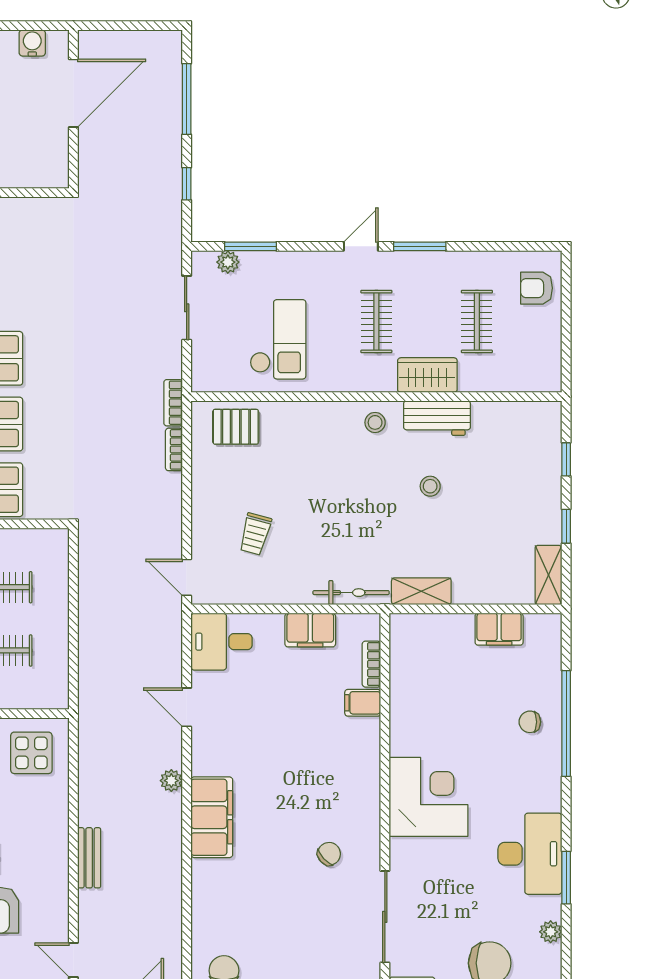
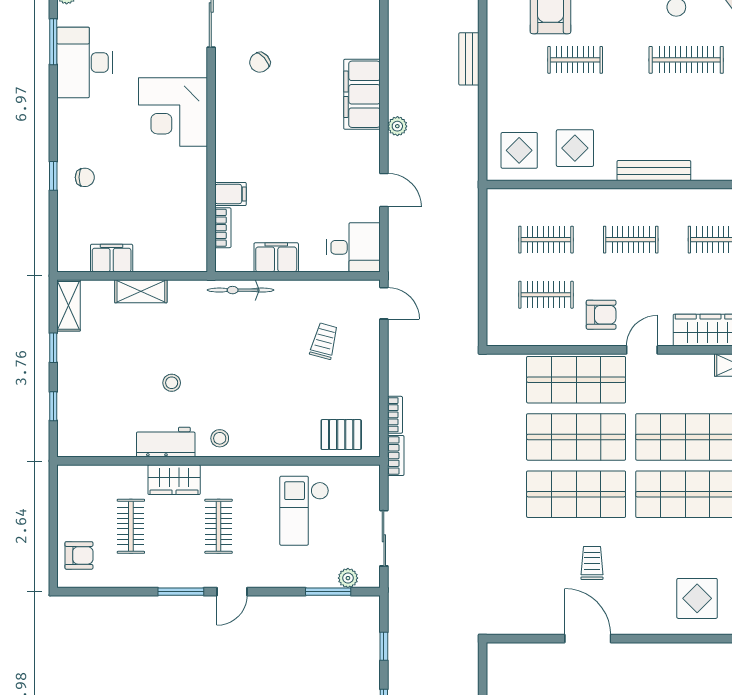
shelving: (421, 591) -> (141, 291), moved
window: (566, 724) -> (53, 176), width x0.32

